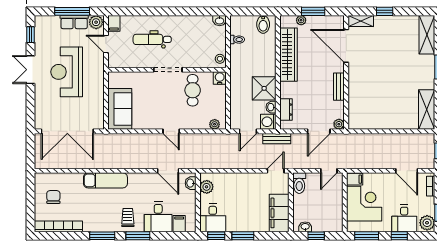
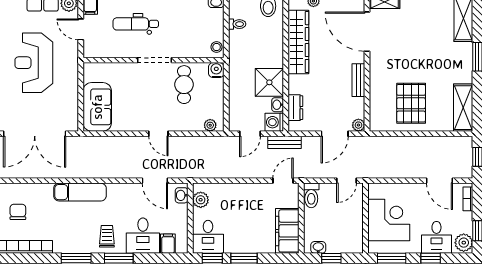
pallet: (383, 106) -> (411, 103), added
filing cabinet: (355, 179) -> (377, 191), removed

